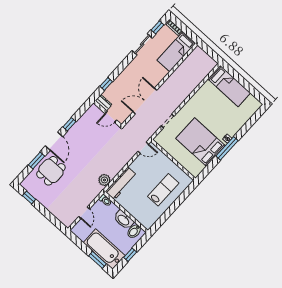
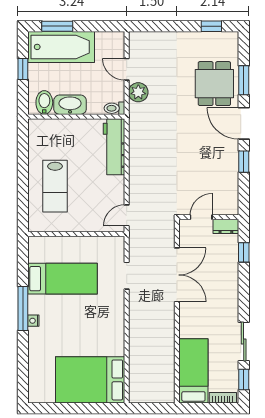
bed: (229, 86) -> (90, 380), width x1.50
bed: (200, 142) -> (62, 279), width x0.67
plant: (104, 180) -> (138, 92), moved

